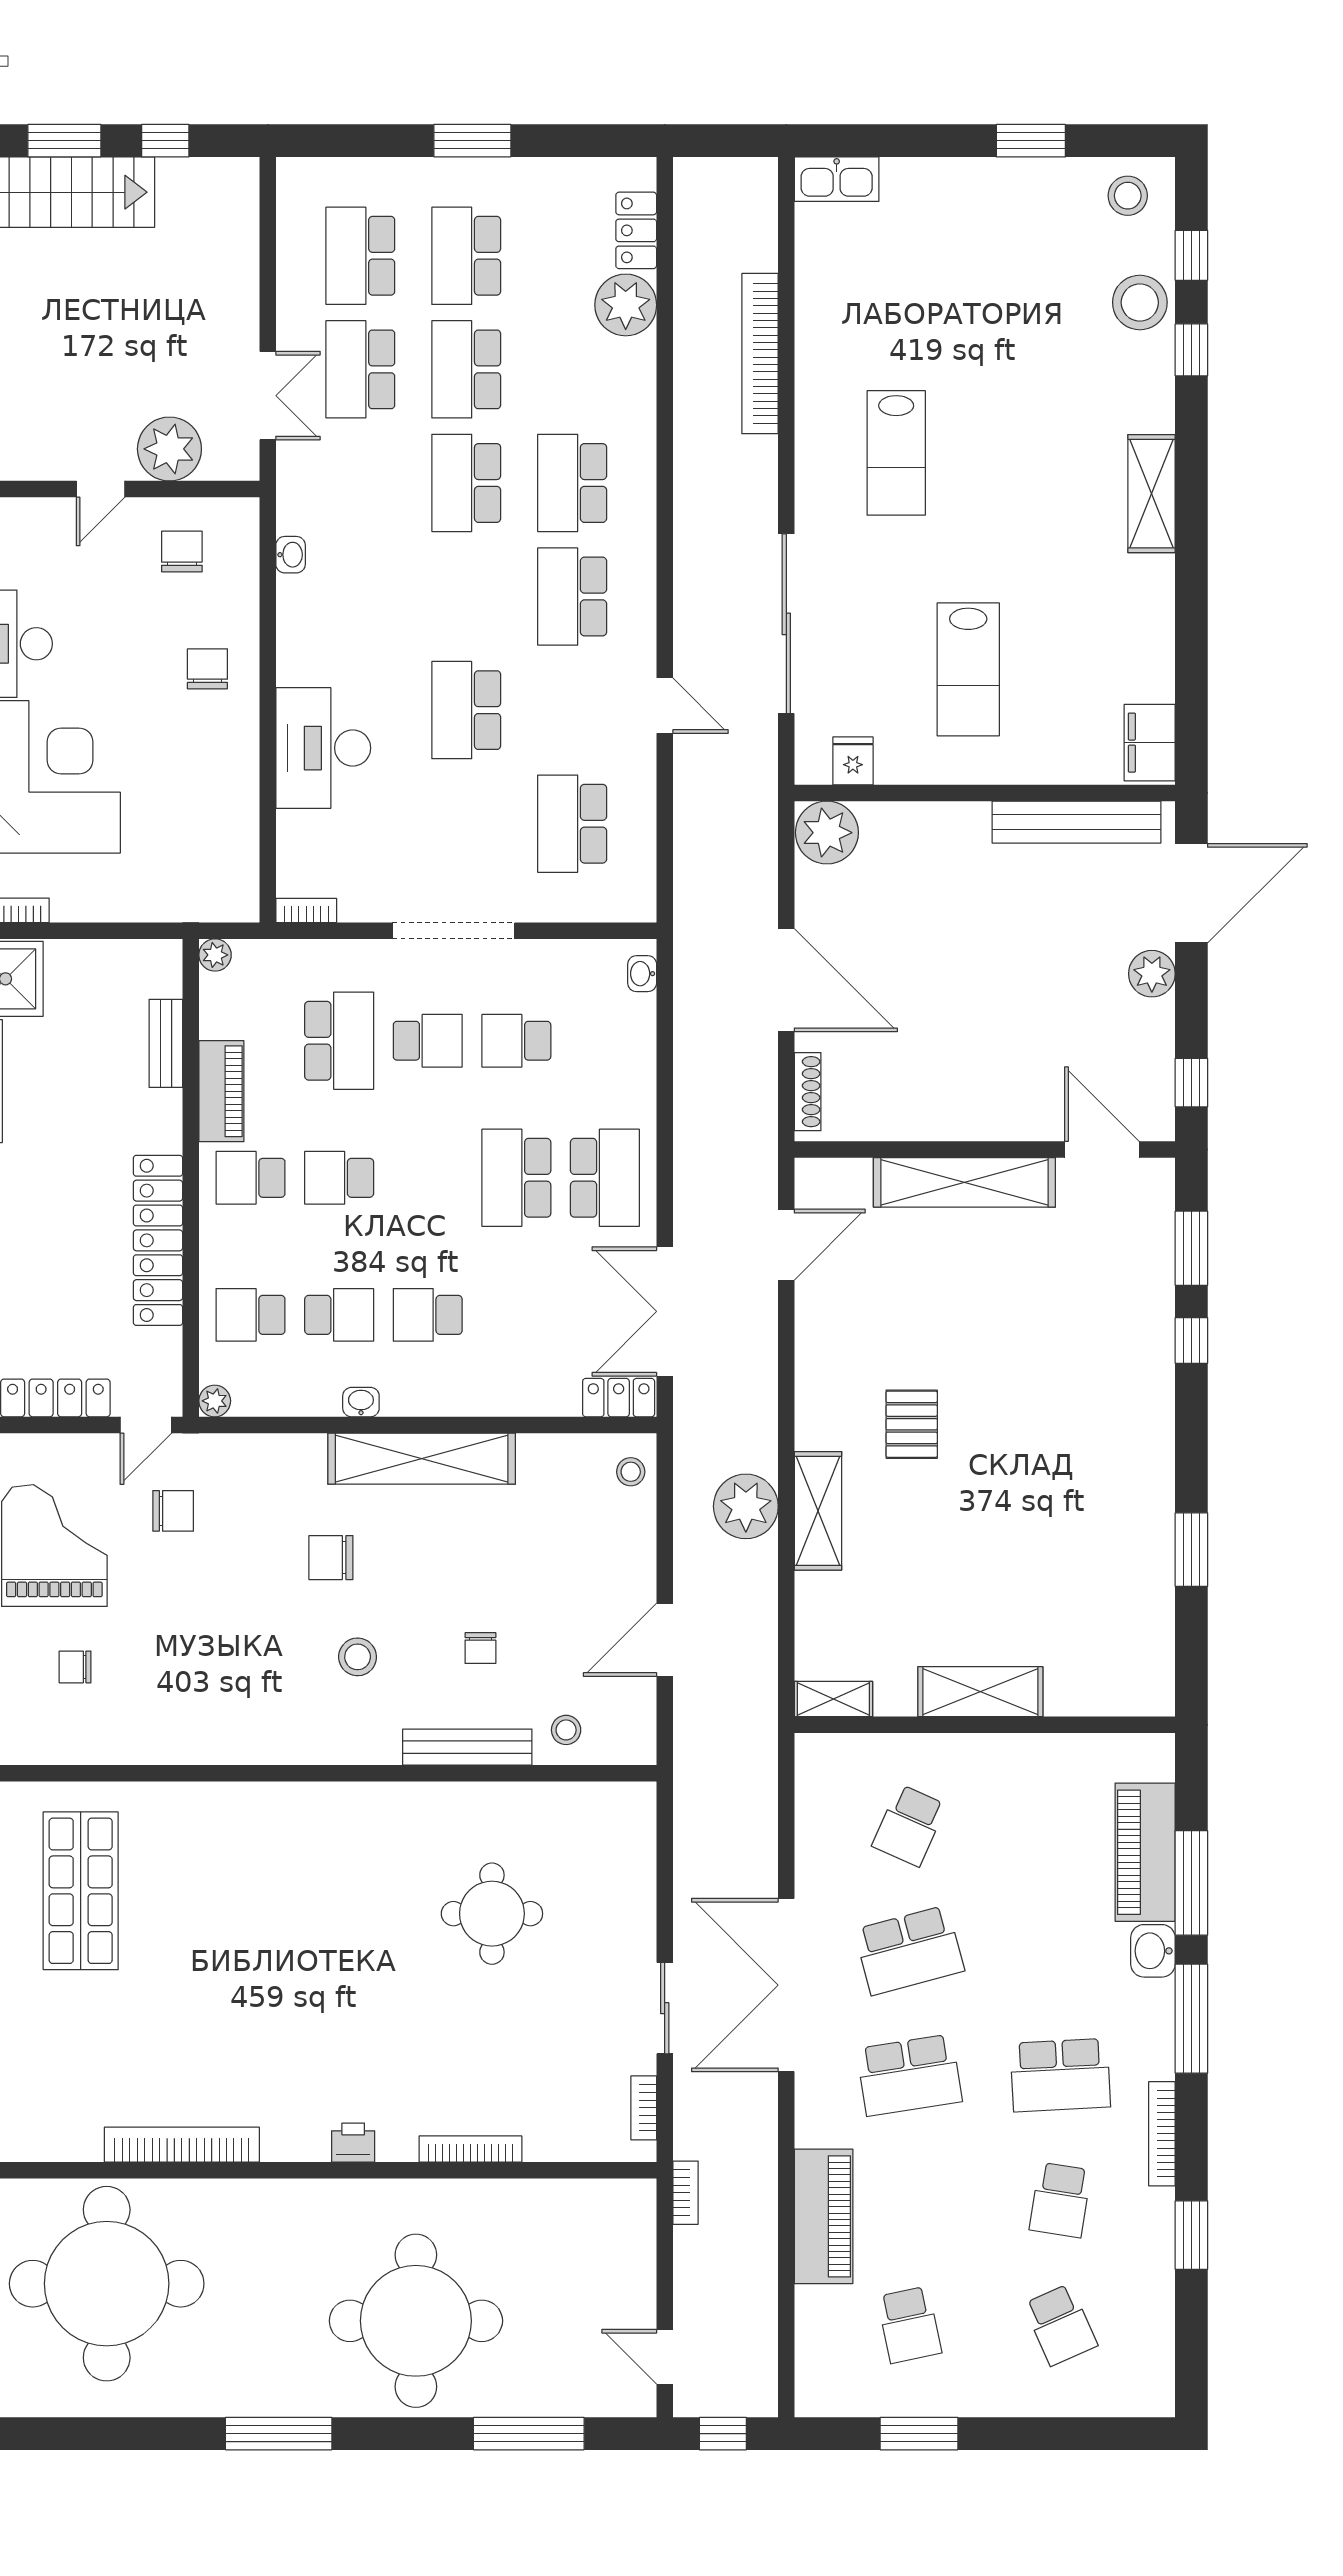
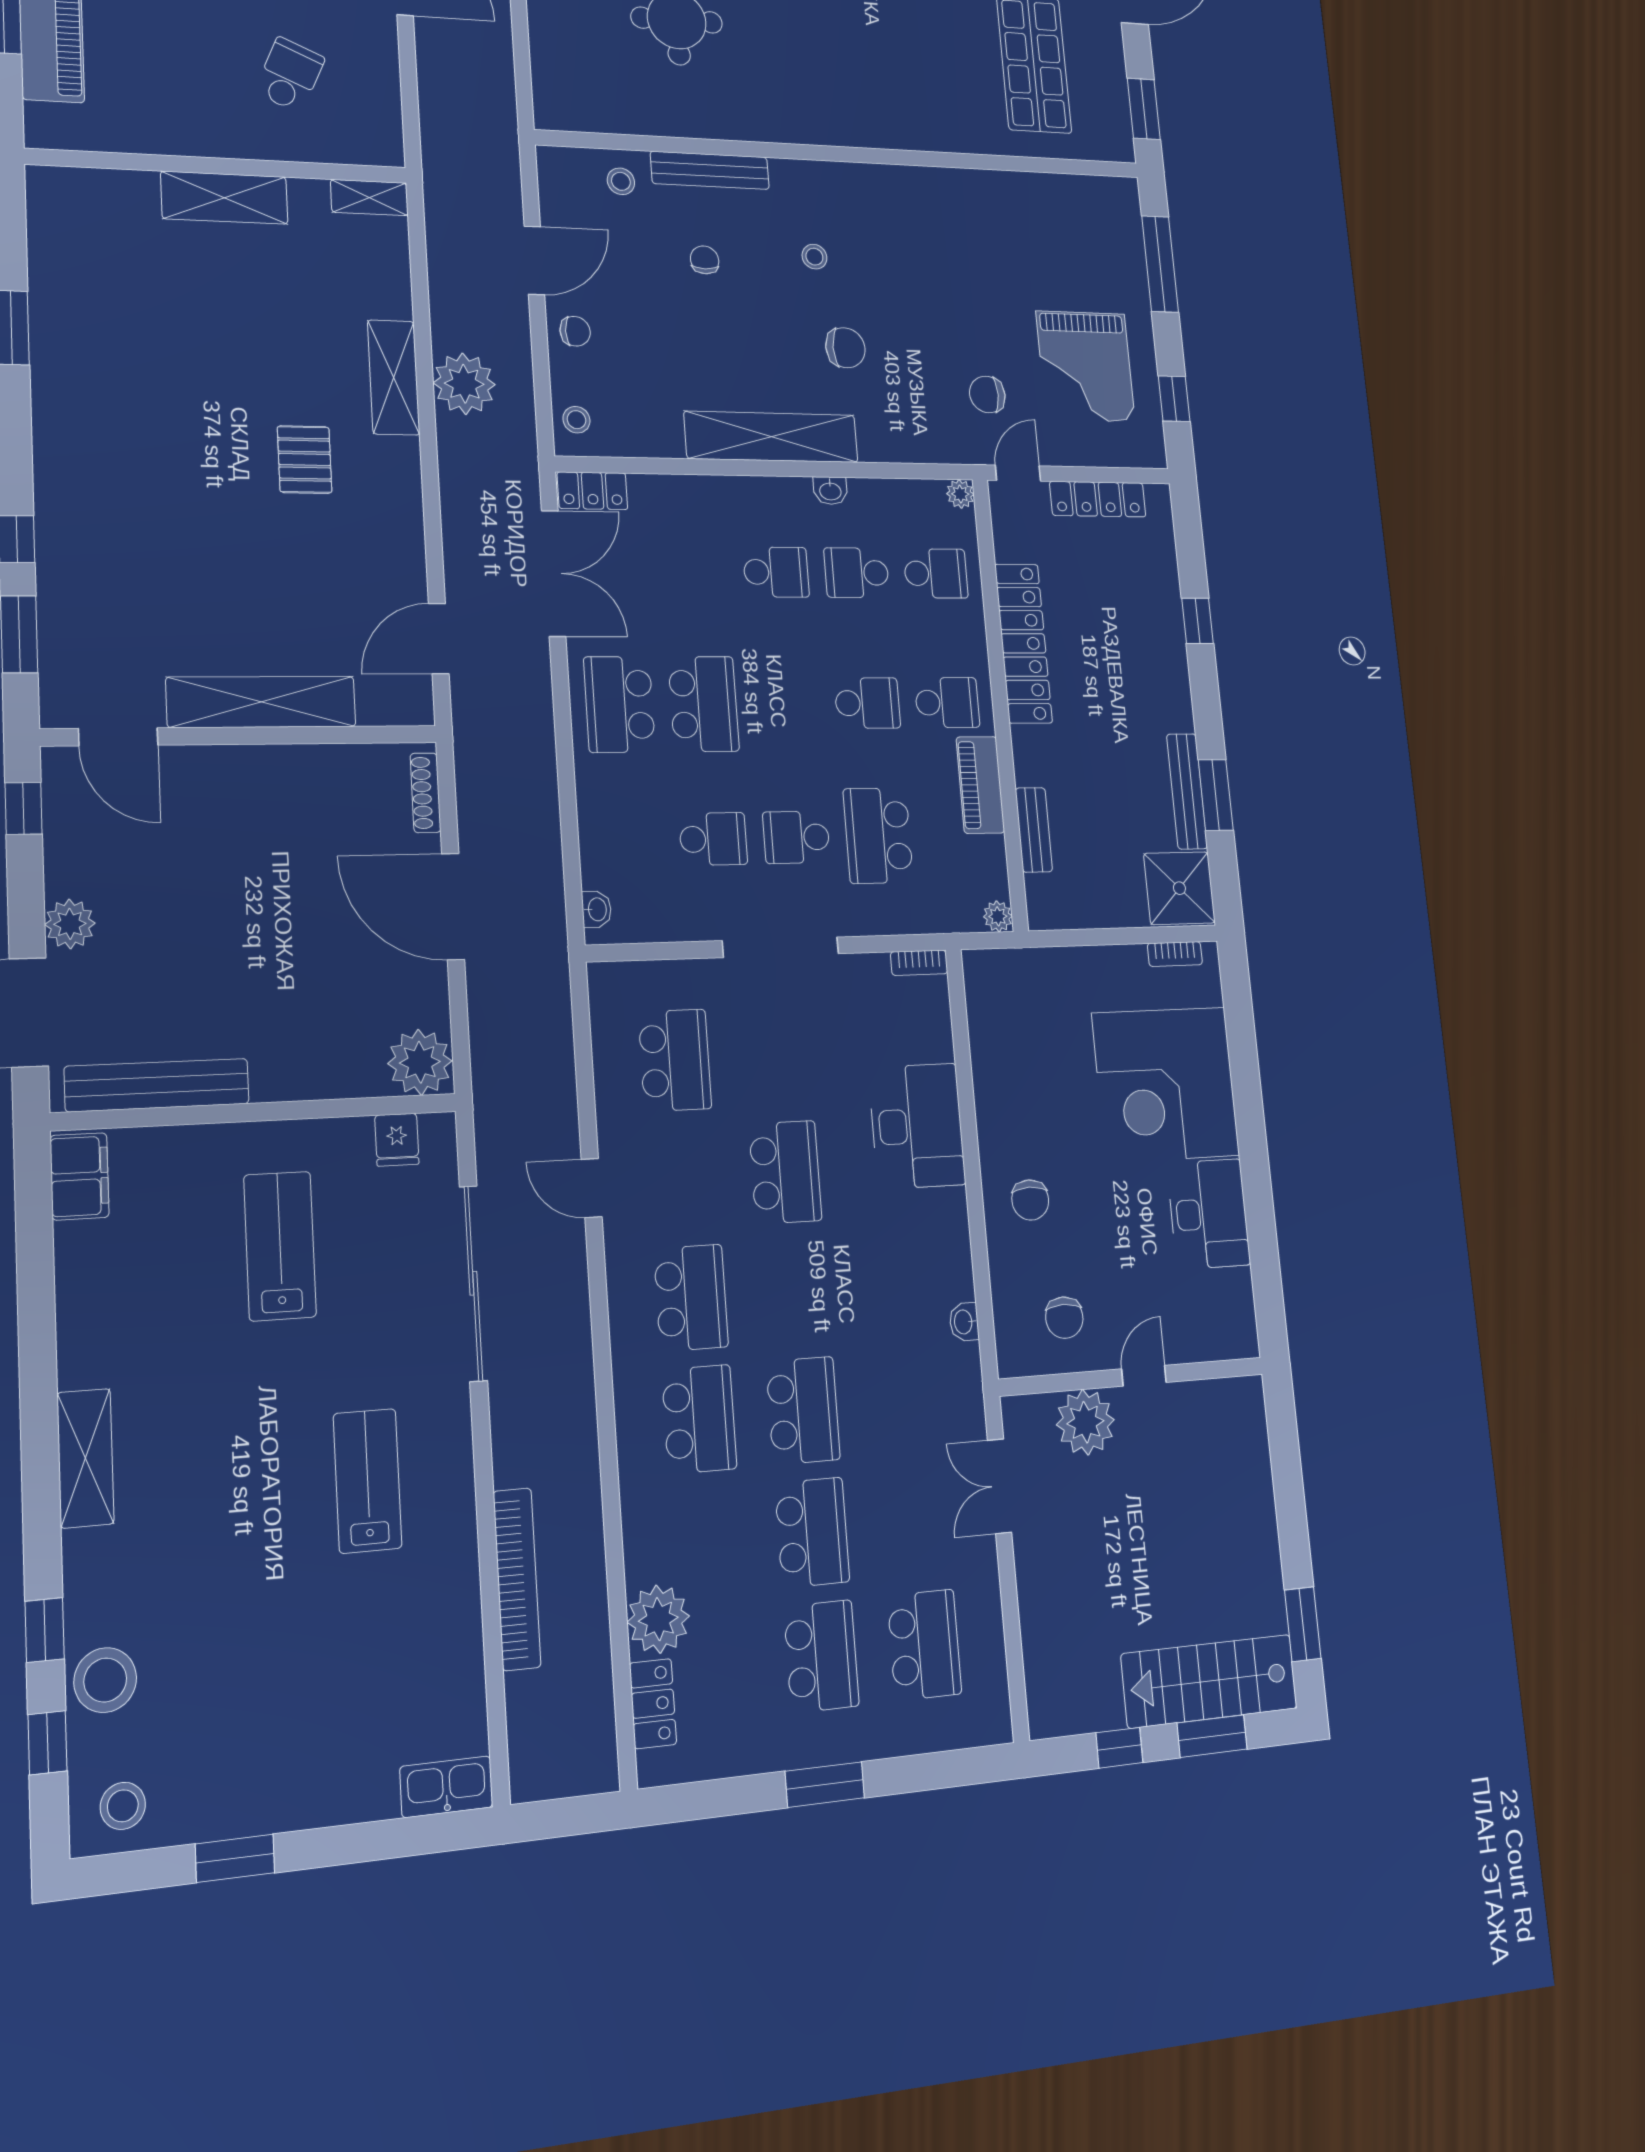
school desk: (360, 369) -> (914, 1523), removed
stool: (358, 1657) -> (814, 257), width x0.73, depth x0.73
chair: (75, 1667) -> (575, 331), moved

